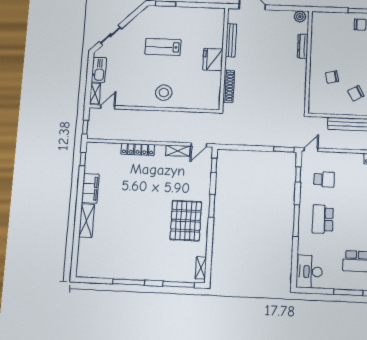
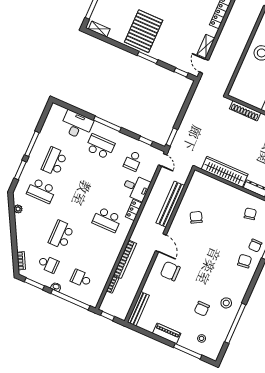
chair: (332, 77) -> (250, 214), moved
wardrobe: (298, 83) -> (225, 172), added
desk: (350, 165) -> (136, 188), added
pallet: (186, 221) -> (144, 31), turned 90
desk: (309, 272) -> (77, 125), moved

